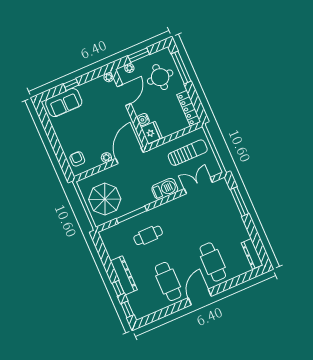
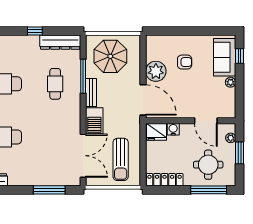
plant: (109, 77) -> (231, 82), moved
window: (71, 85) -> (239, 56), moved
plant: (106, 158) -> (156, 71), width x1.87, depth x1.87
armchair: (77, 159) -> (185, 62), moved
double door: (198, 186) -> (83, 156), width x1.37
bench: (142, 202) -> (91, 92), added
dresser: (124, 275) -> (60, 42), moved
window: (118, 288) -> (35, 31), moved

